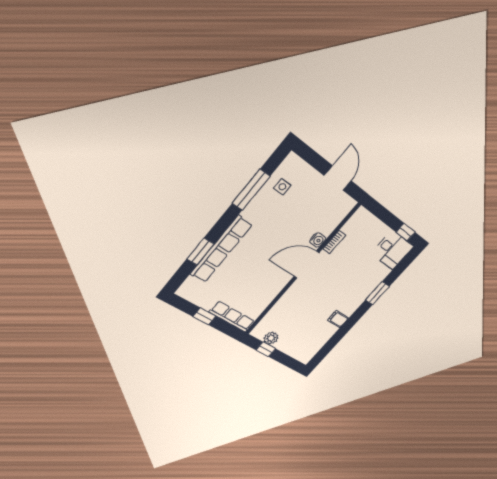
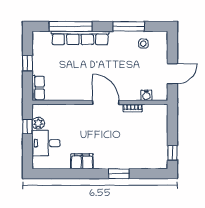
water cooler: (318, 240) -> (146, 95), moved
desk: (392, 250) -> (46, 143), moved, turned 90
window: (200, 252) -> (70, 26), width x2.11
row of seats: (232, 317) -> (38, 88), width x0.68
filing cabinet: (338, 319) -> (82, 161), width x2.00

